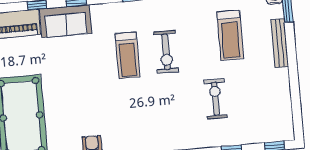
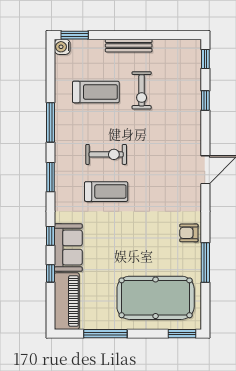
bench: (280, 43) -> (129, 46), moved
exercise bike: (216, 99) -> (142, 90), moved, turned -90

